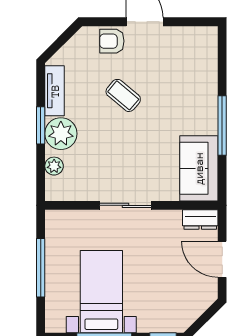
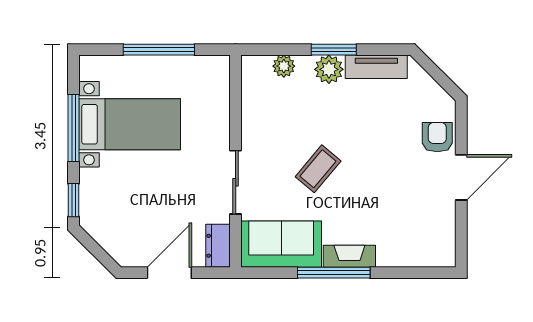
coffee table: (123, 95) -> (318, 169), moved
fireplace: (209, 113) -> (349, 256), added
plant: (61, 134) -> (329, 69), width x0.73, depth x0.73
sliding door: (125, 205) -> (236, 182), moved

